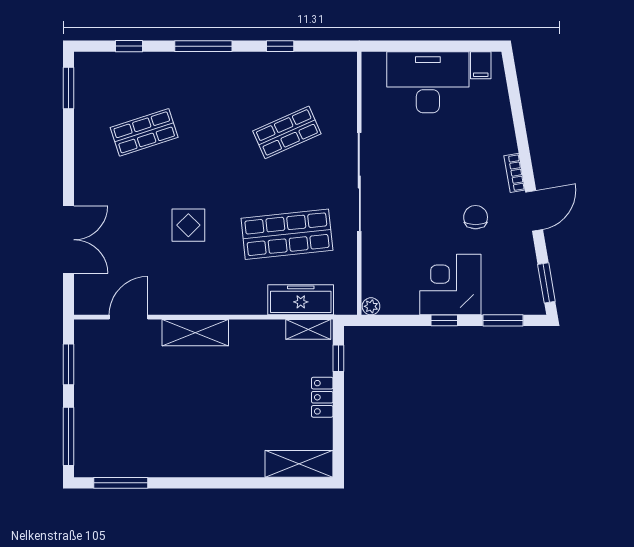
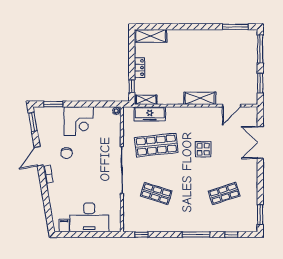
window: (280, 46) -> (141, 235), moved
shop shelf: (287, 132) -> (156, 194), turned 42
window: (444, 320) -> (81, 104), removed

